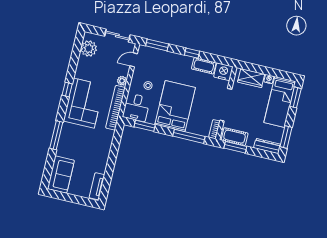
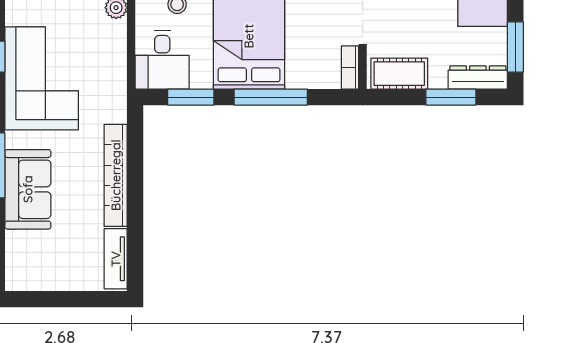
bookcase: (116, 108) -> (116, 175), moved
window: (189, 136) -> (271, 97), moved
window: (235, 147) -> (451, 97), moved
sofa: (61, 174) -> (28, 189), moved

